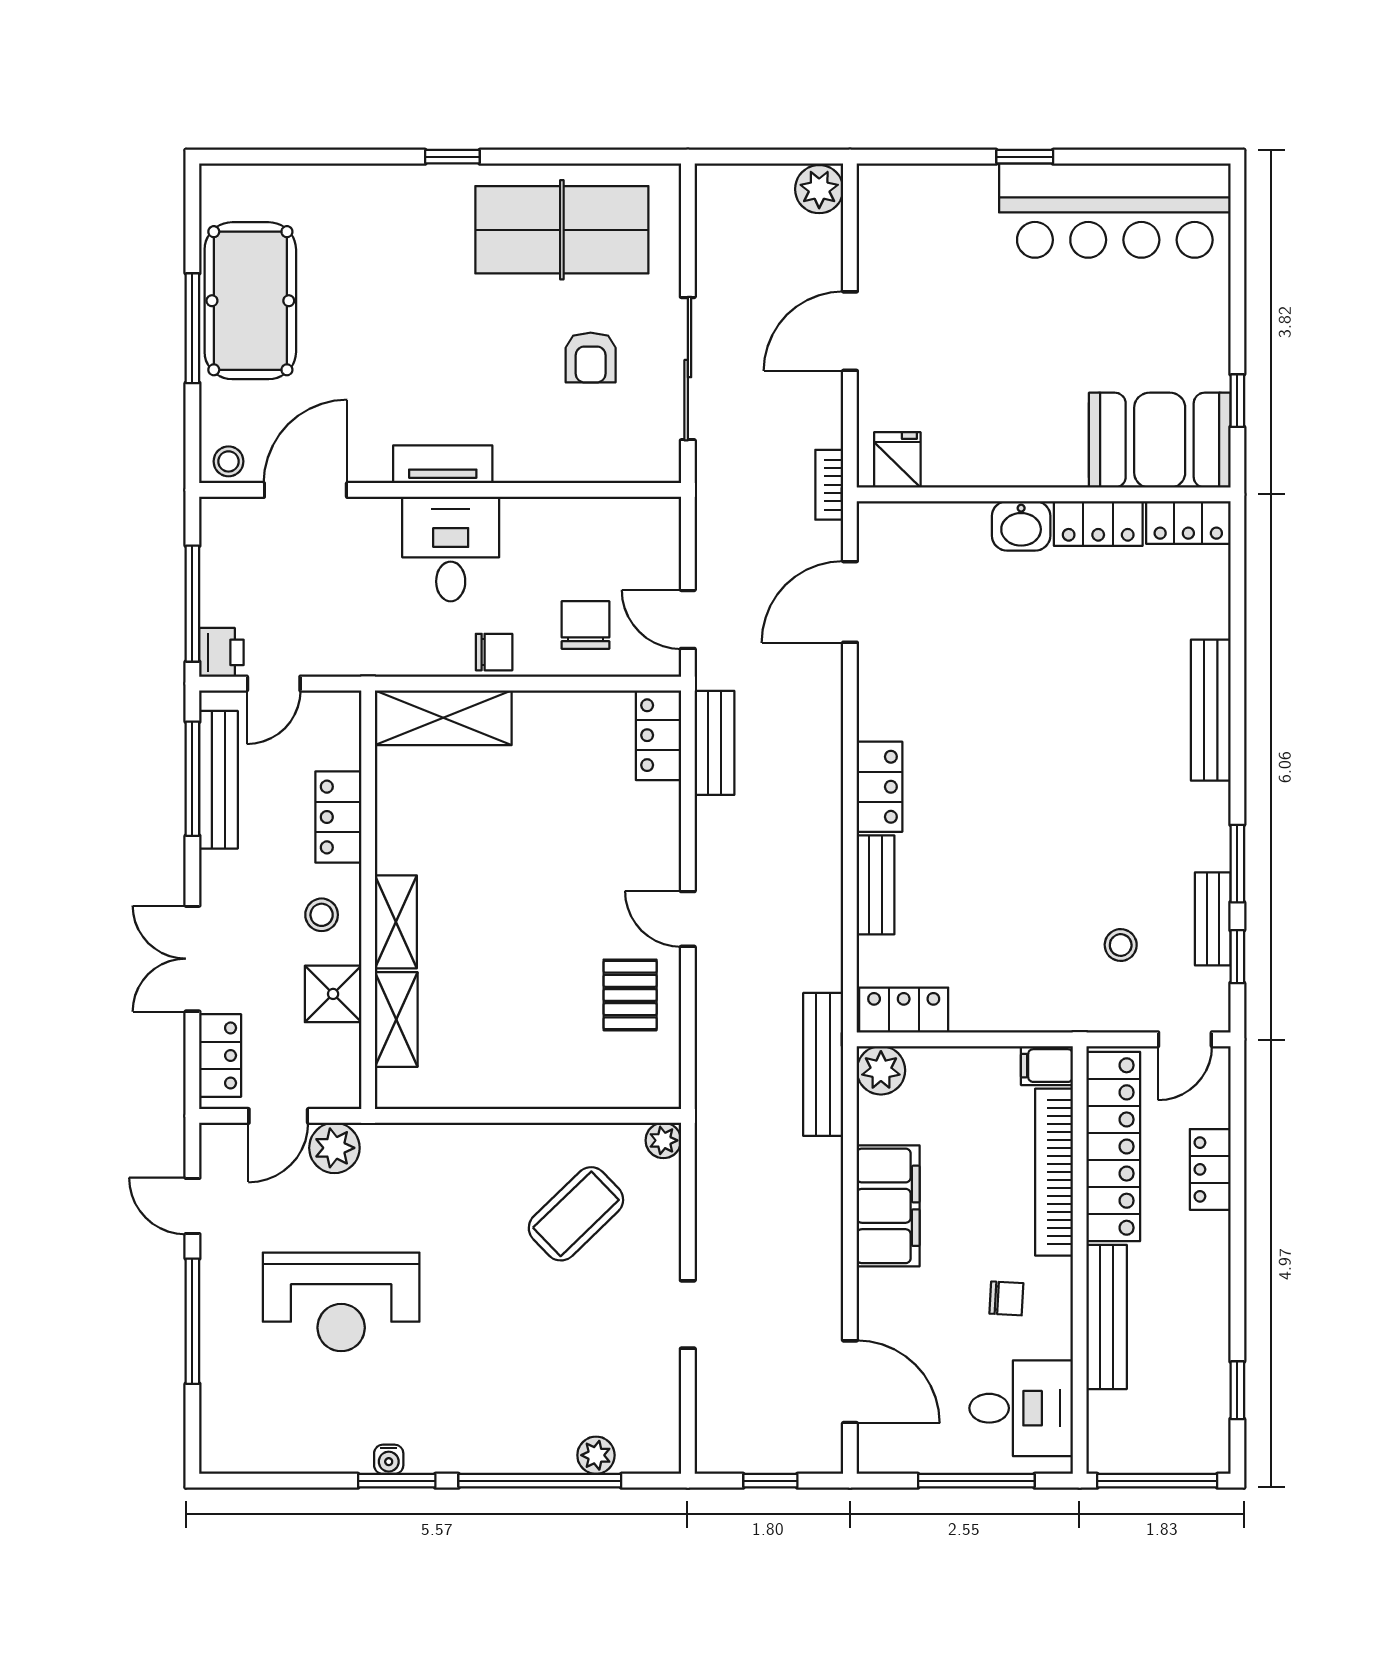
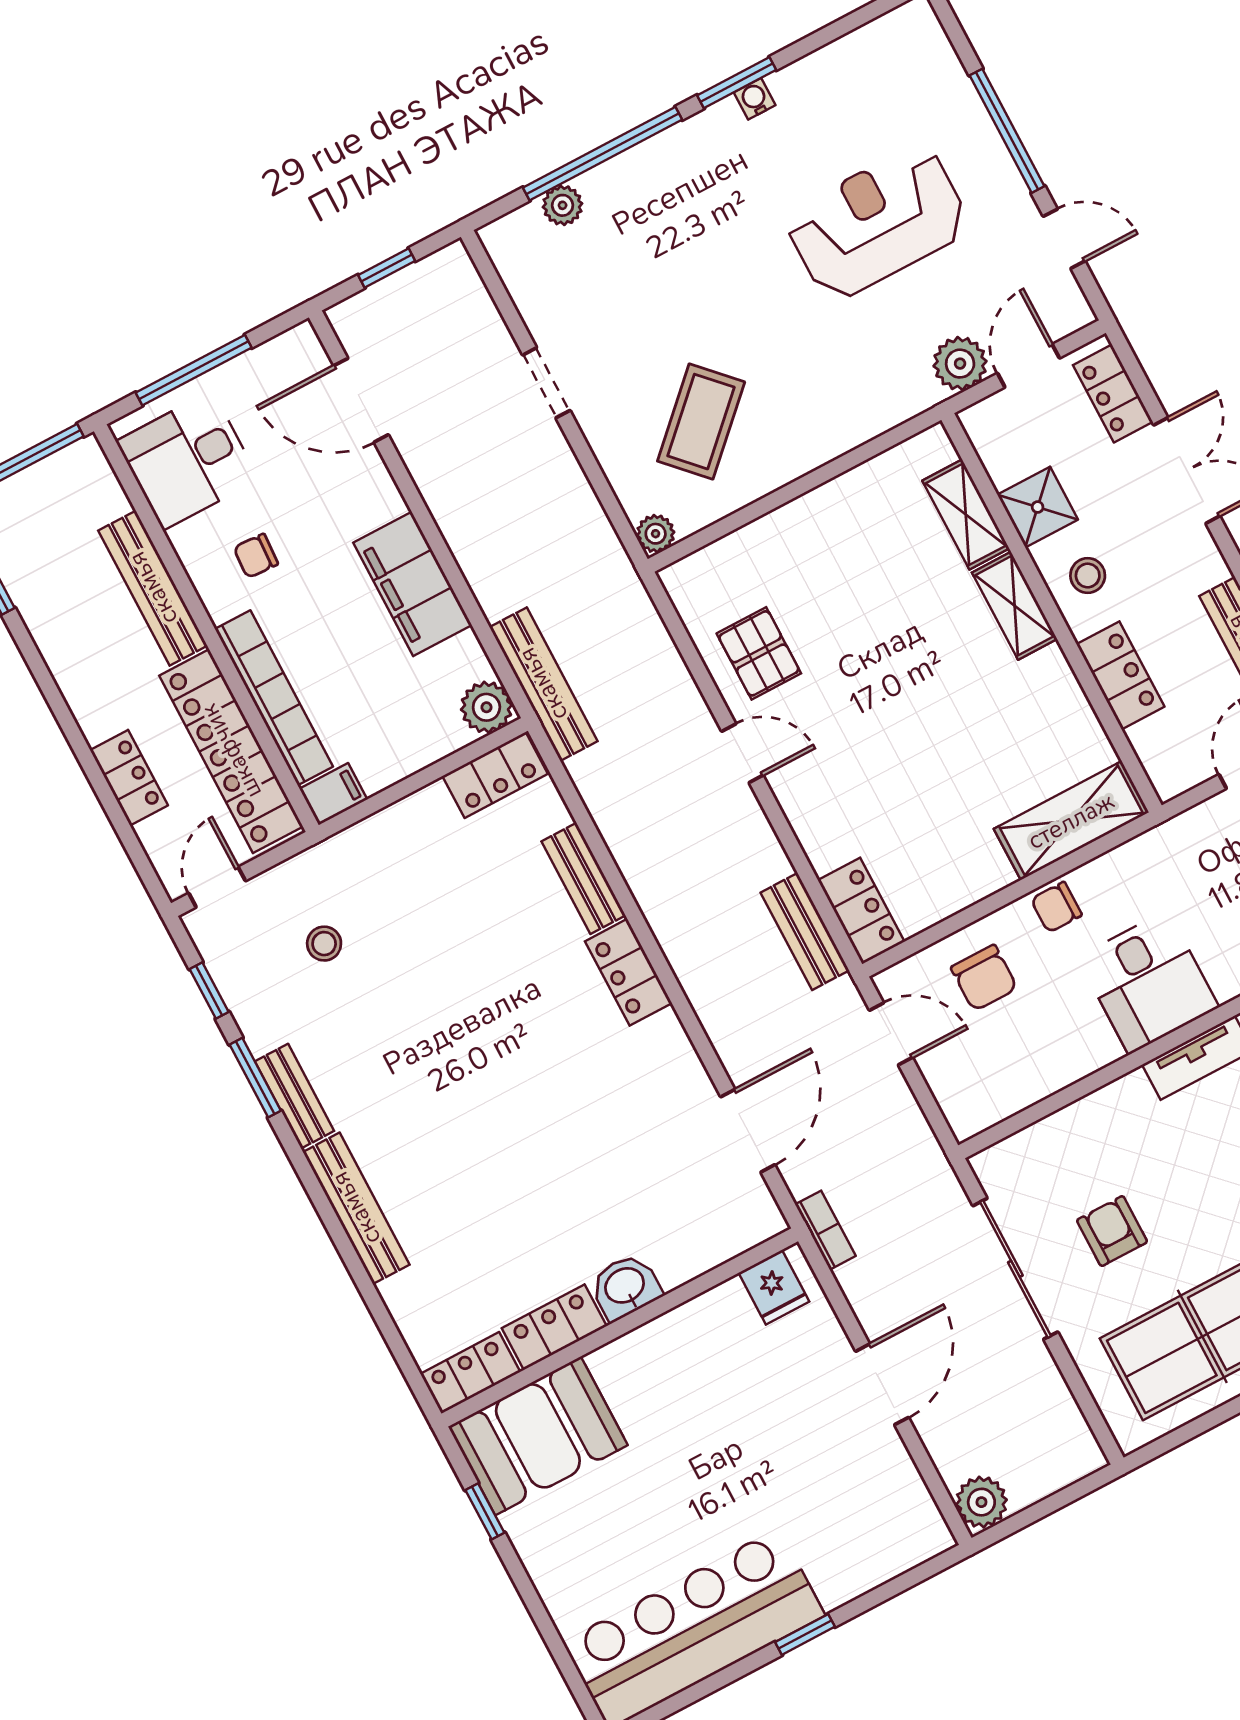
bench: (1213, 919) -> (294, 1096), moved

